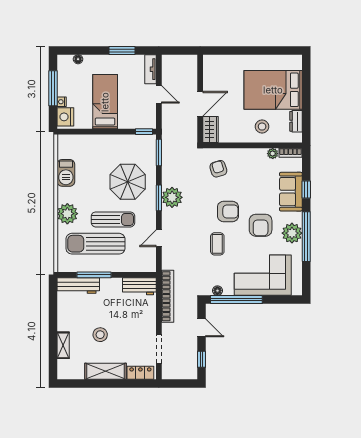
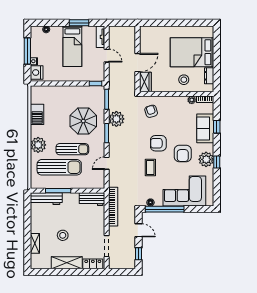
bed: (105, 102) -> (72, 46), moved, turned 180
plant: (172, 197) -> (116, 119), moved
armchair: (228, 211) -> (158, 143), turned 180
window: (306, 237) -> (217, 162), width x0.32
sun lounger: (95, 244) -> (59, 167), turned 180

